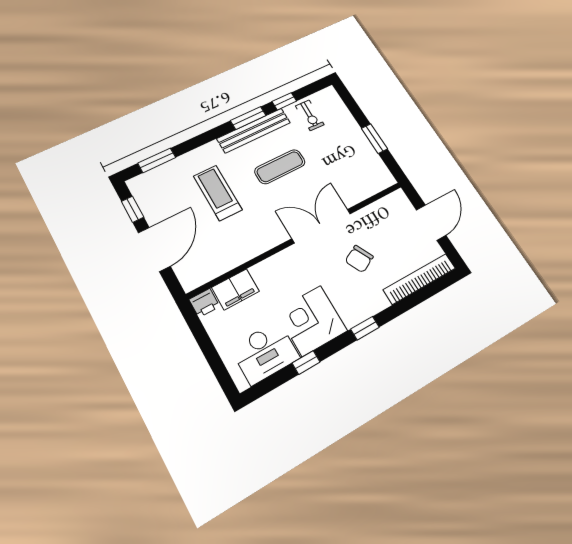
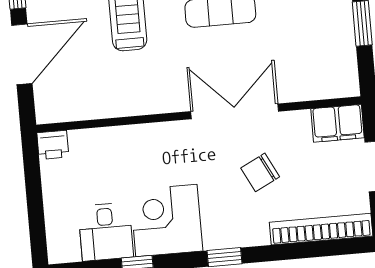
filing cabinet: (235, 289) -> (338, 123), moved
desk: (265, 353) -> (106, 232), width x0.73

